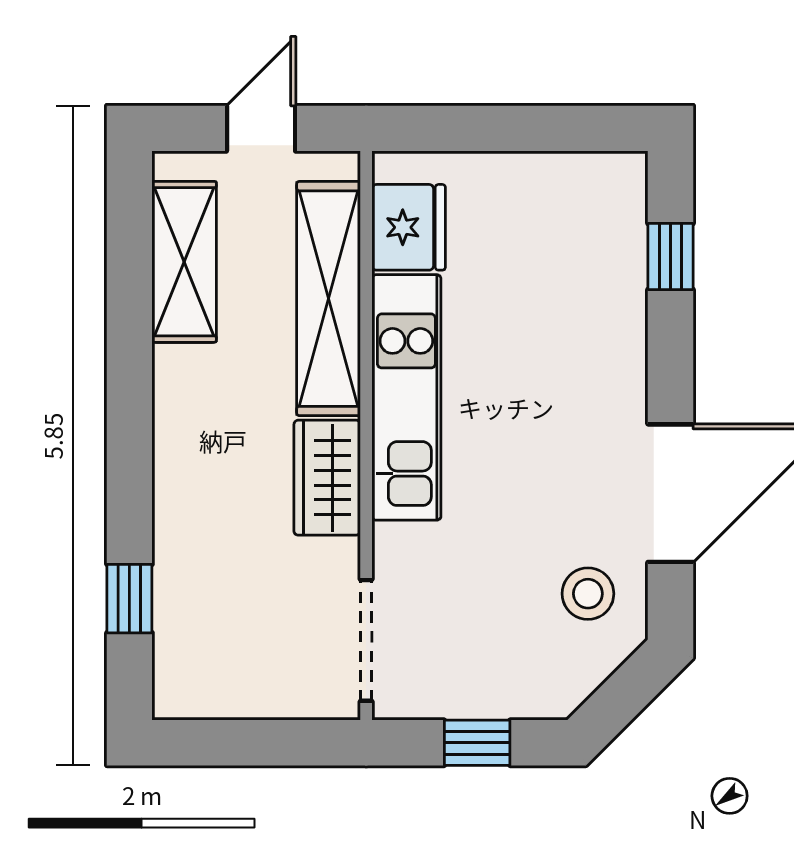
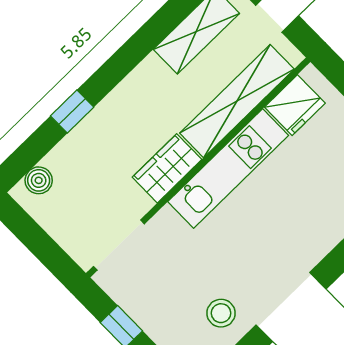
window: (129, 599) -> (72, 112), moved
boiler: (177, 663) -> (39, 180), added

